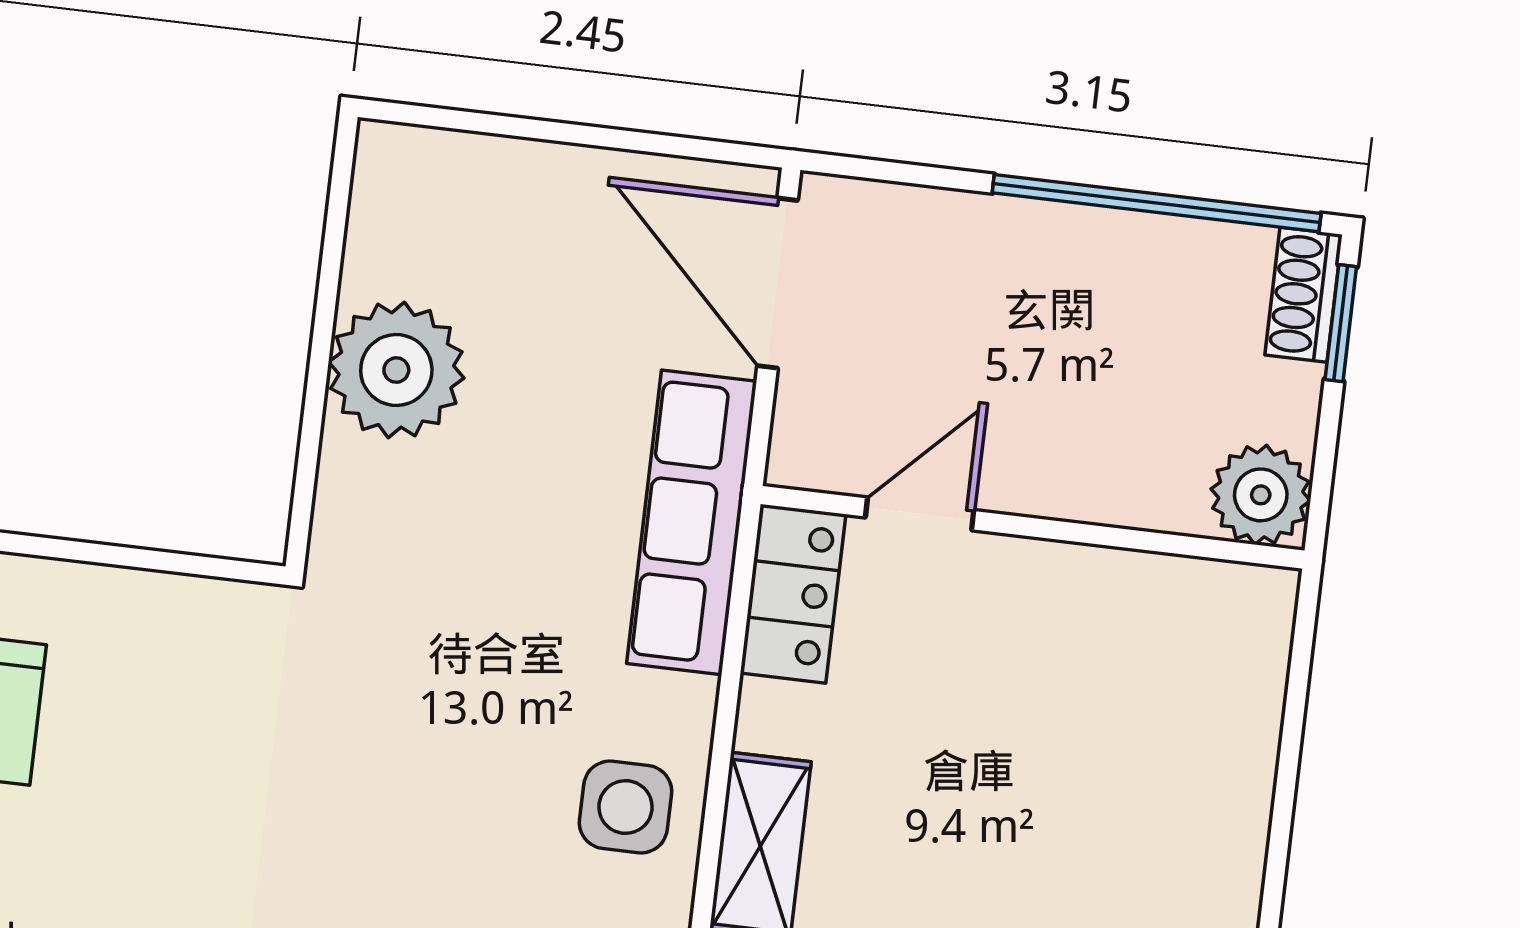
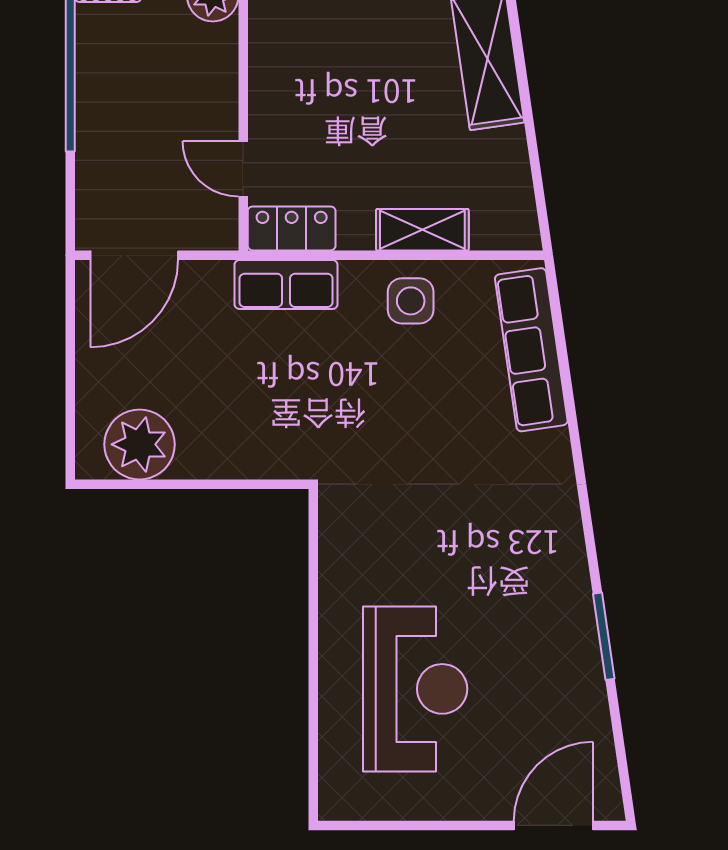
plant: (396, 370) -> (140, 444), moved
row of seats: (692, 522) -> (286, 284), width x0.68

